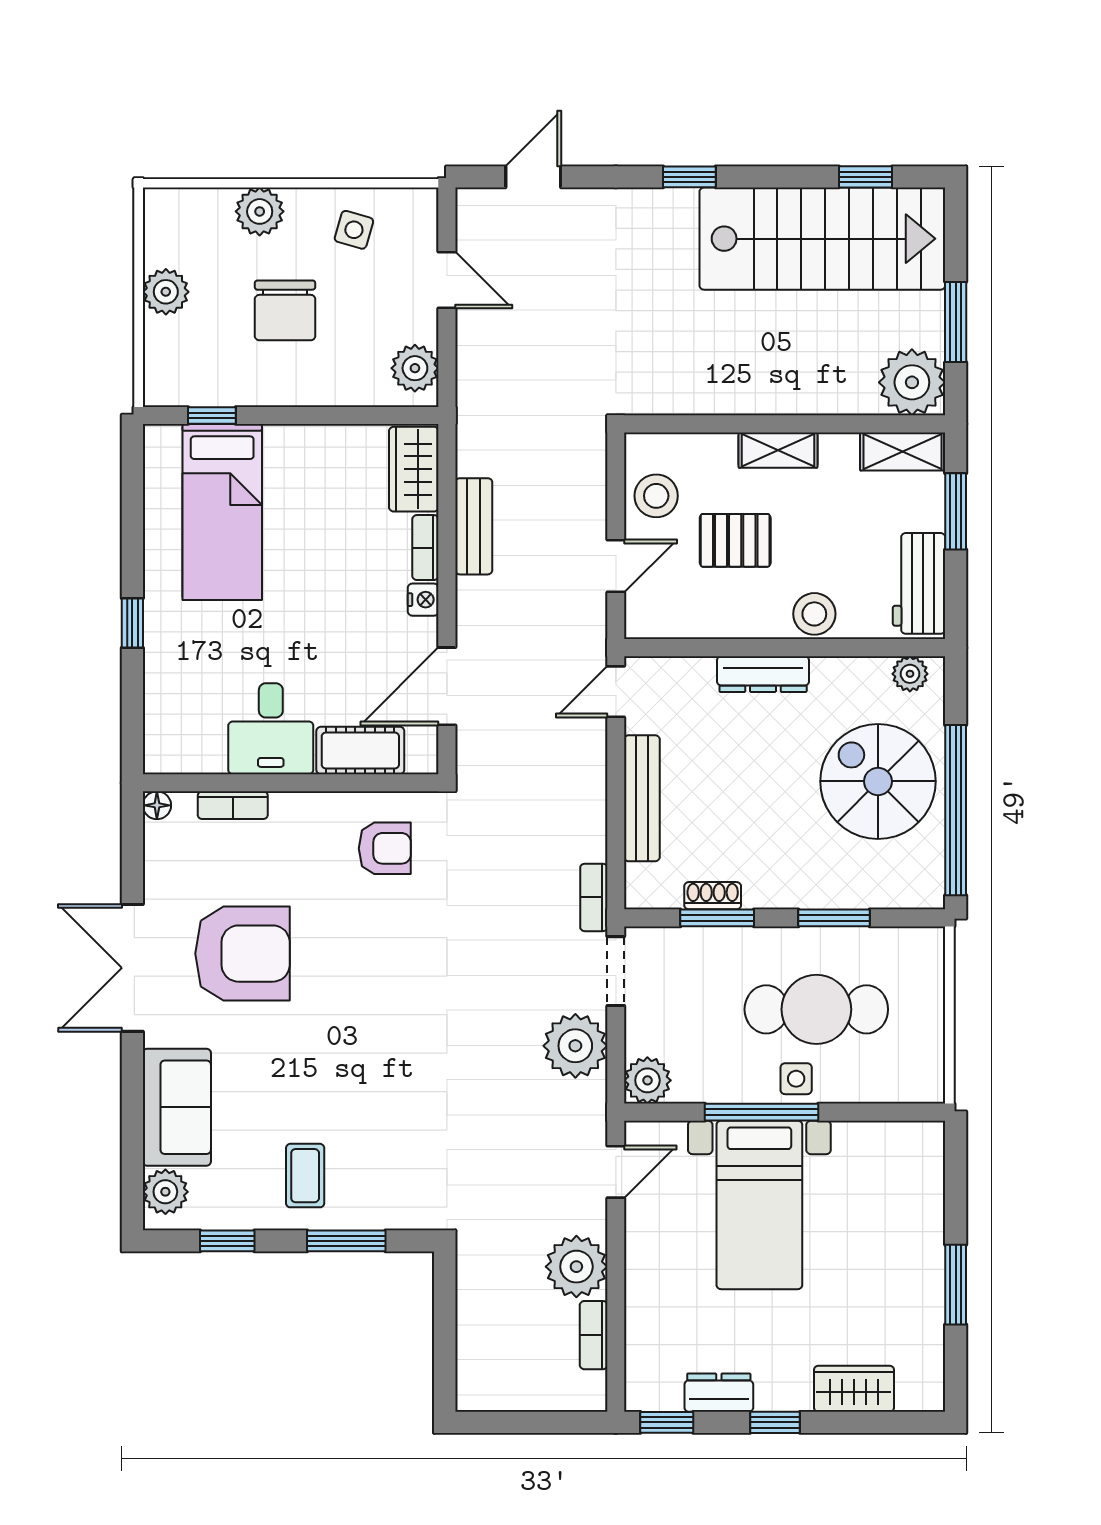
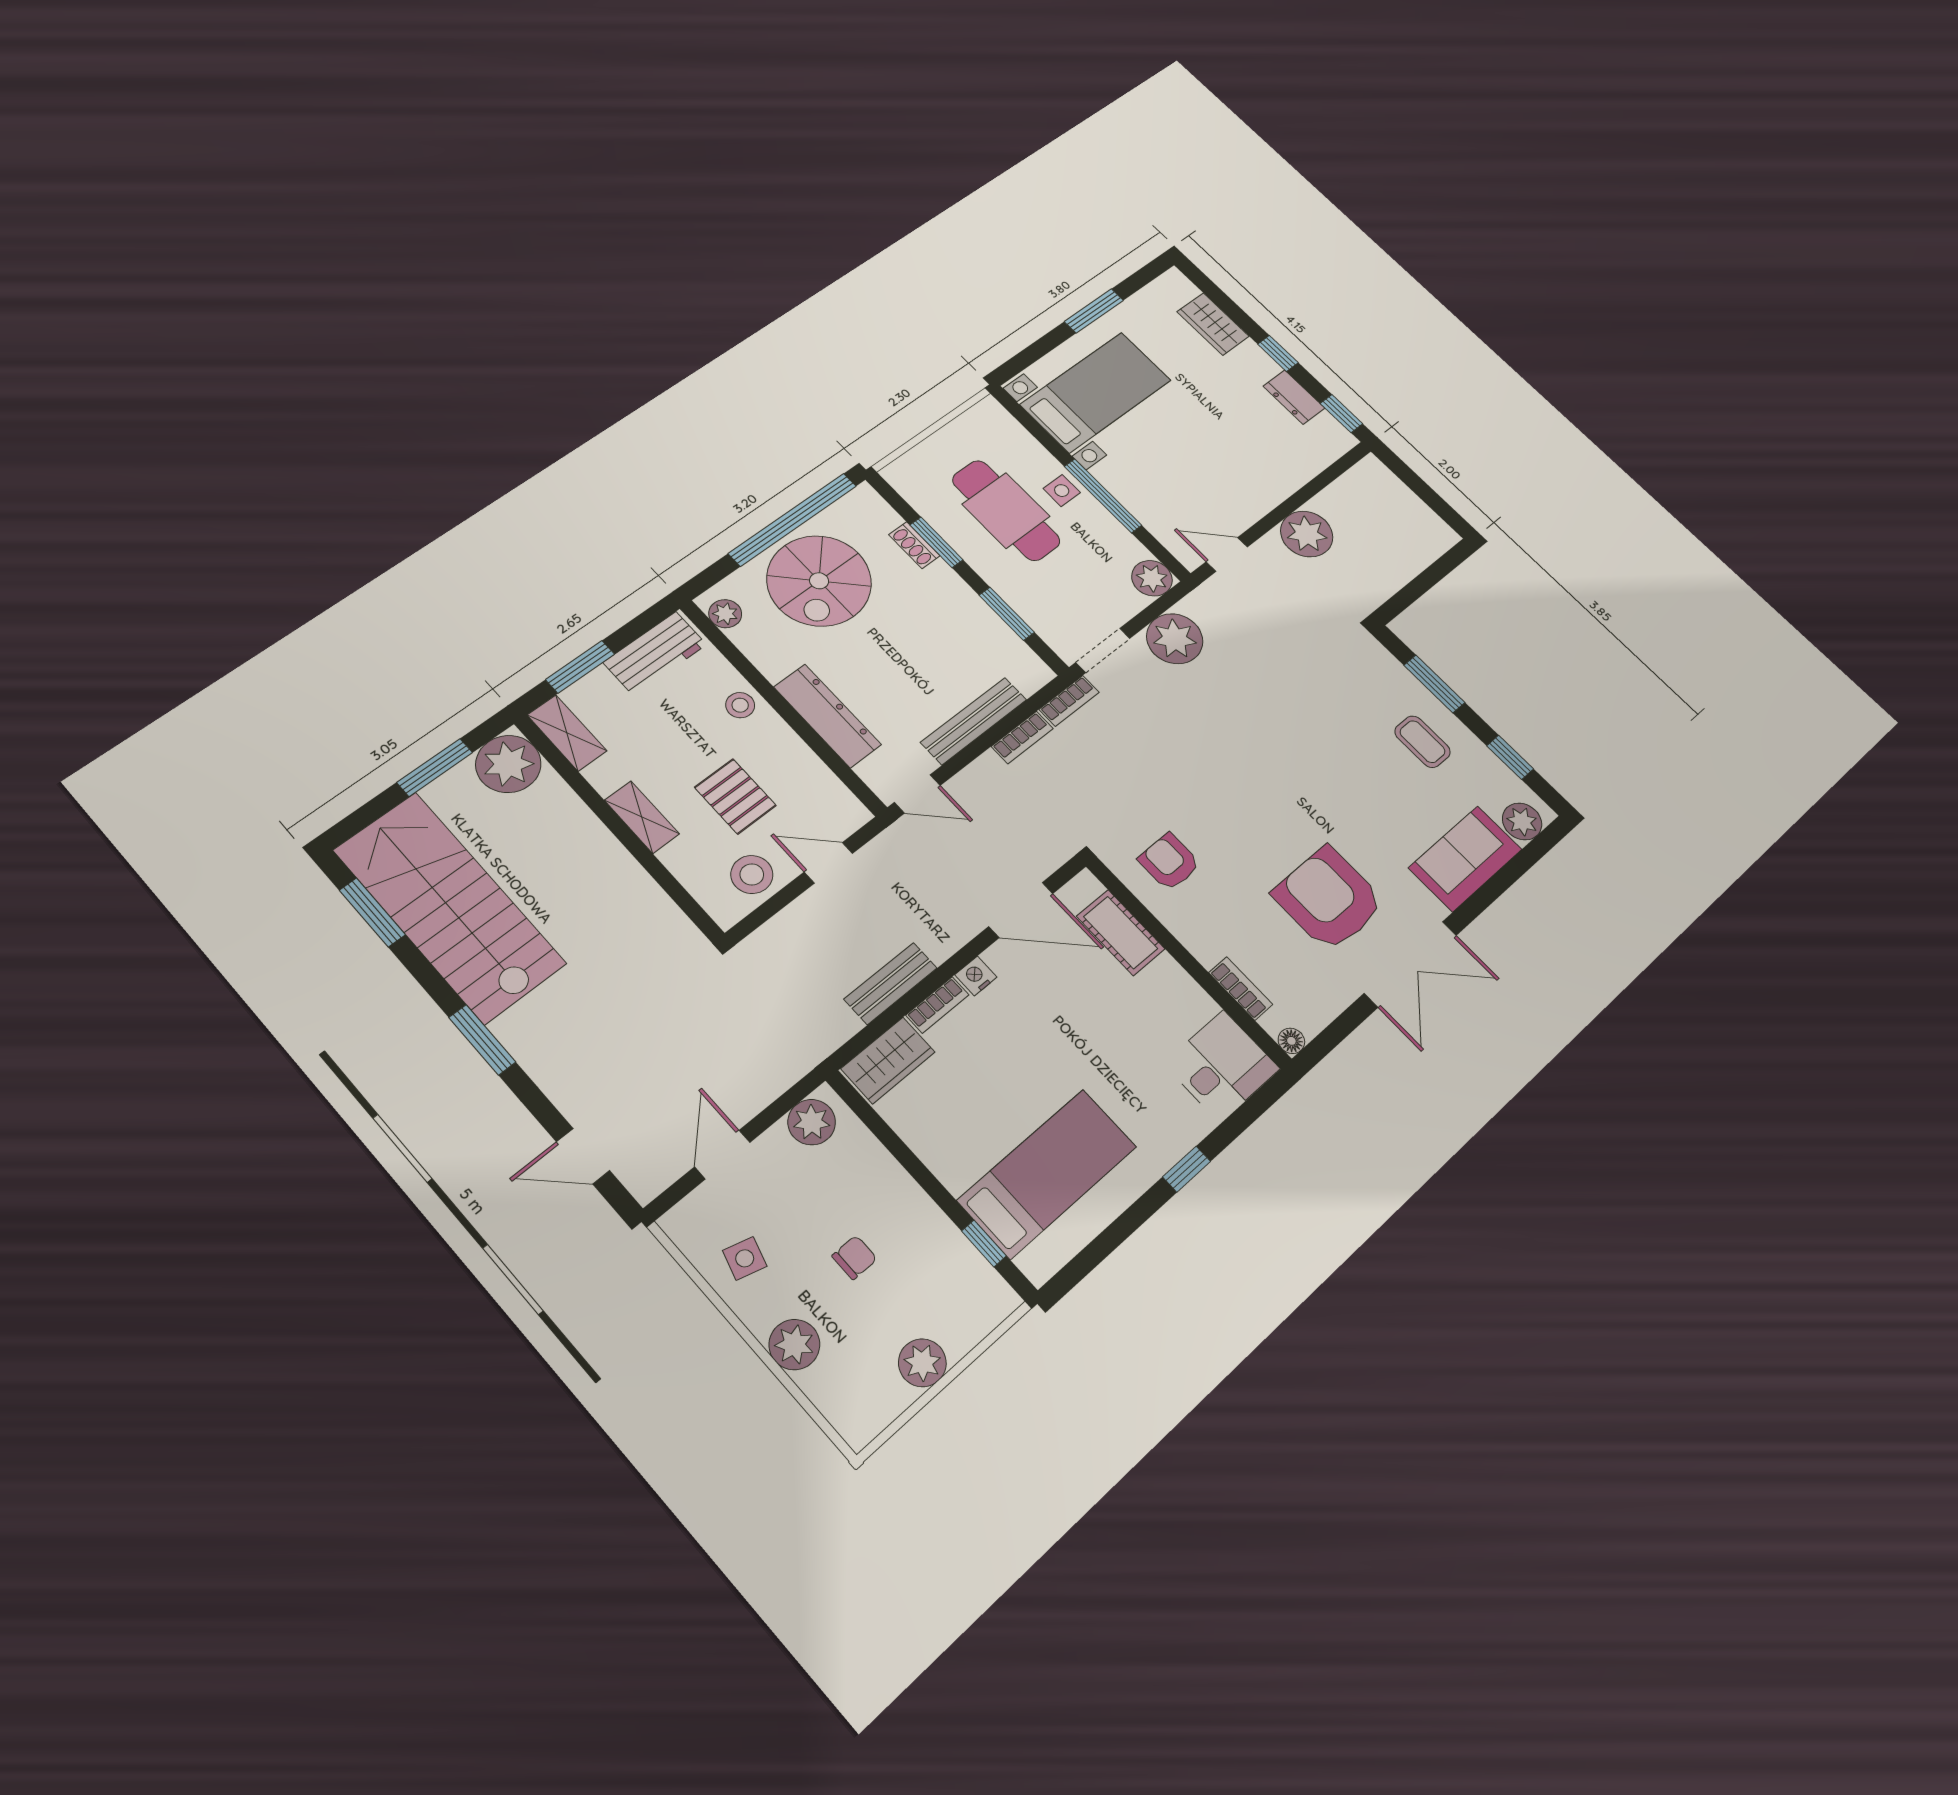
window: (689, 177) -> (482, 1040), width x1.50
window: (865, 177) -> (372, 912), width x1.50
chair: (285, 310) -> (854, 1257), width x0.54, depth x0.54
stool: (814, 614) -> (740, 705), width x0.73, depth x0.73
dresser: (763, 674) -> (827, 716), width x1.37, depth x1.24
desk: (271, 729) -> (1222, 1066), moved
shoe rack: (713, 896) -> (914, 545), moved
coffee table: (305, 1176) -> (1422, 742), turned 90
bed with nightstands: (759, 1205) -> (1096, 392), moved
bookcase: (594, 1335) -> (1022, 738), moved

